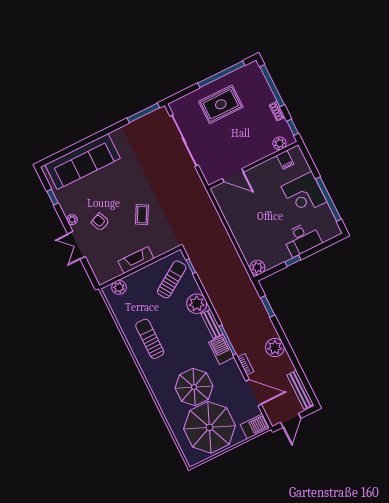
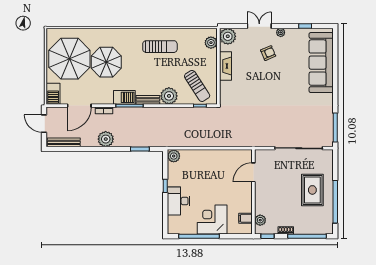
coffee table: (142, 215) -> (258, 88), removed
plant: (104, 273) -> (228, 36), added

